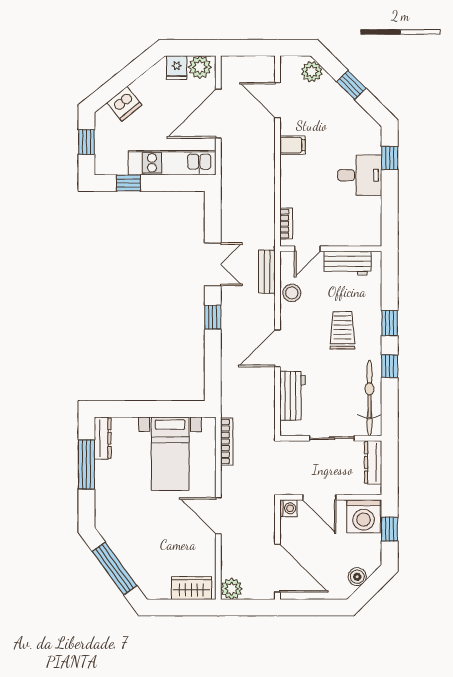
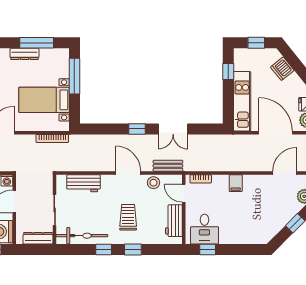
filing cabinet: (292, 145) -> (236, 183), moved
window: (390, 158) -> (208, 249), moved
desk: (360, 175) -> (204, 229), moved
trolley: (342, 330) -> (128, 217), turned -90
door: (277, 348) -> (128, 173), moved
window: (135, 409) -> (74, 76), added
dresser: (103, 438) -> (24, 54), moved

